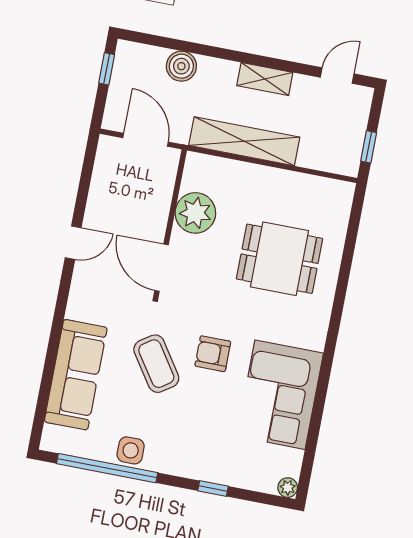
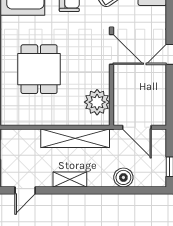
plant: (195, 213) -> (97, 102), moved
dining table: (279, 259) -> (39, 69), turned 90

